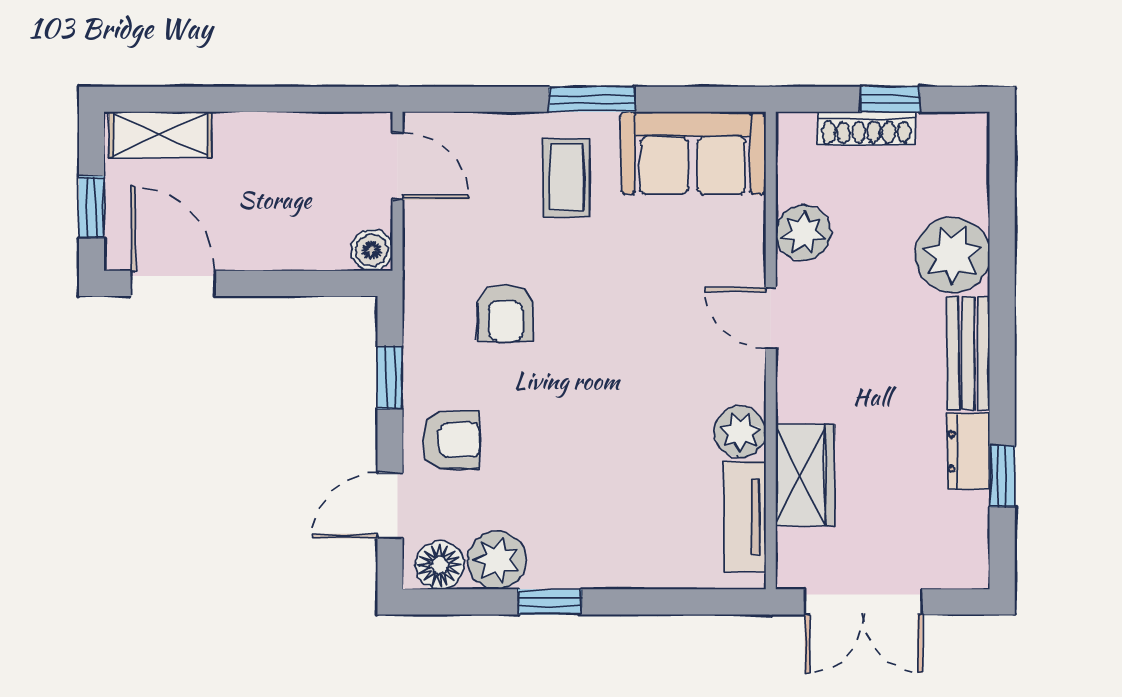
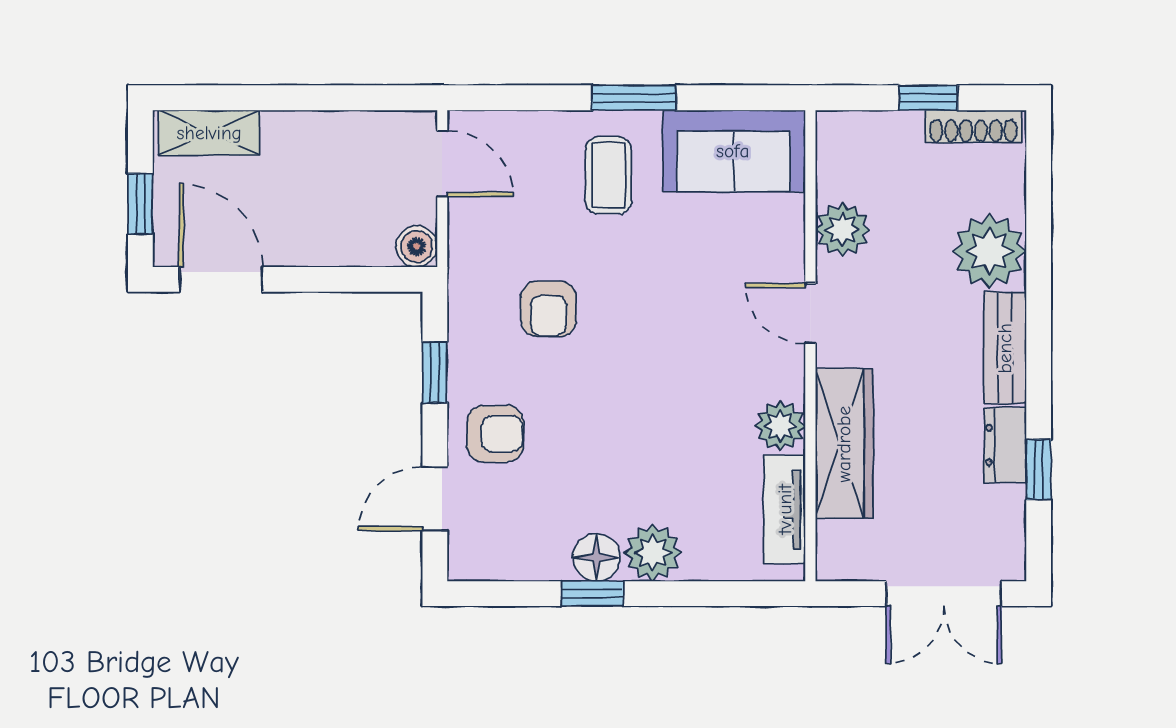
shoe rack: (866, 128) -> (973, 126), moved
wardrobe: (805, 475) -> (844, 444), width x1.50
plant: (497, 560) -> (653, 553), moved
floor lamp: (440, 565) -> (597, 557), moved
double door: (864, 602) -> (944, 594), moved

